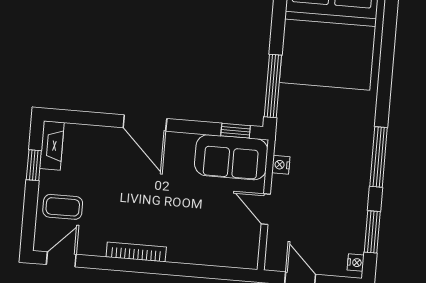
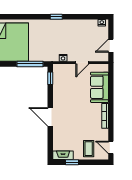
door: (145, 123) -> (50, 117), swing flipped
sofa: (231, 157) -> (99, 87), moved, turned 180
window: (379, 157) -> (56, 17), width x0.46
window: (372, 232) -> (88, 17), removed

